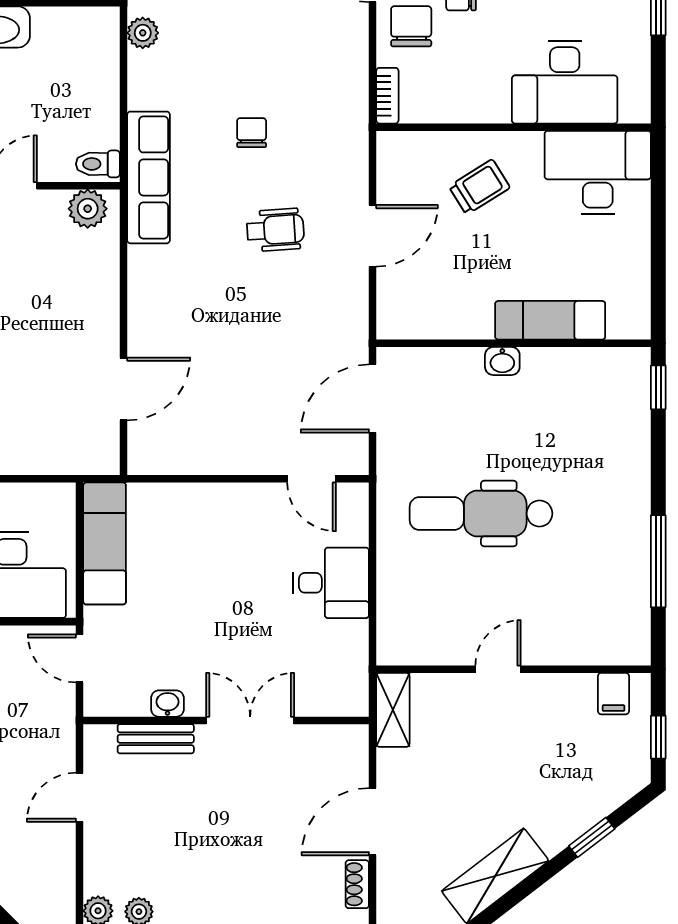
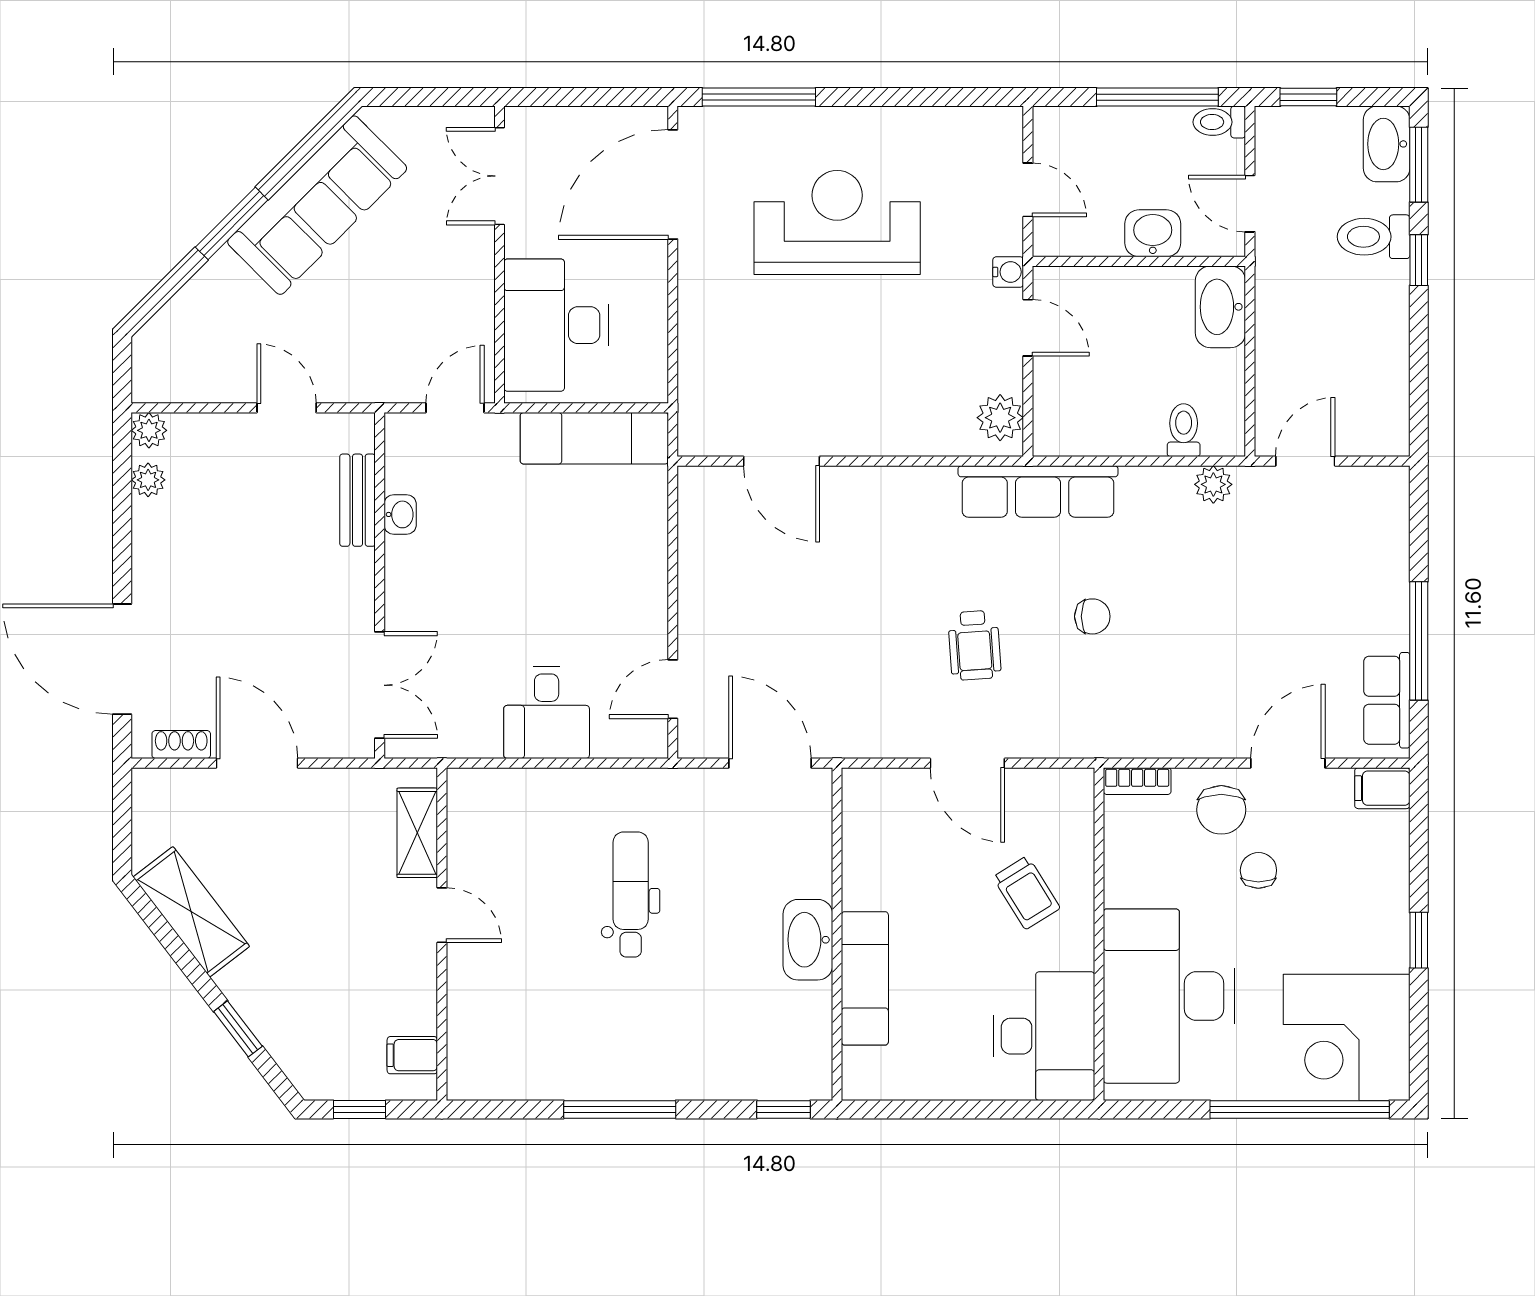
chair: (411, 26) -> (1221, 810), turned 90
desk: (565, 82) -> (1169, 996), width x1.36, depth x1.30
toilet: (98, 164) -> (1184, 430), moved
washbasin: (502, 361) -> (808, 940), width x1.91, depth x1.45
dental chair: (481, 514) -> (631, 895), width x0.73, depth x0.72
window: (658, 561) -> (620, 1109), moved
shelving: (393, 710) -> (417, 833), moved, turned 90
double door: (250, 721) -> (380, 685), moved

